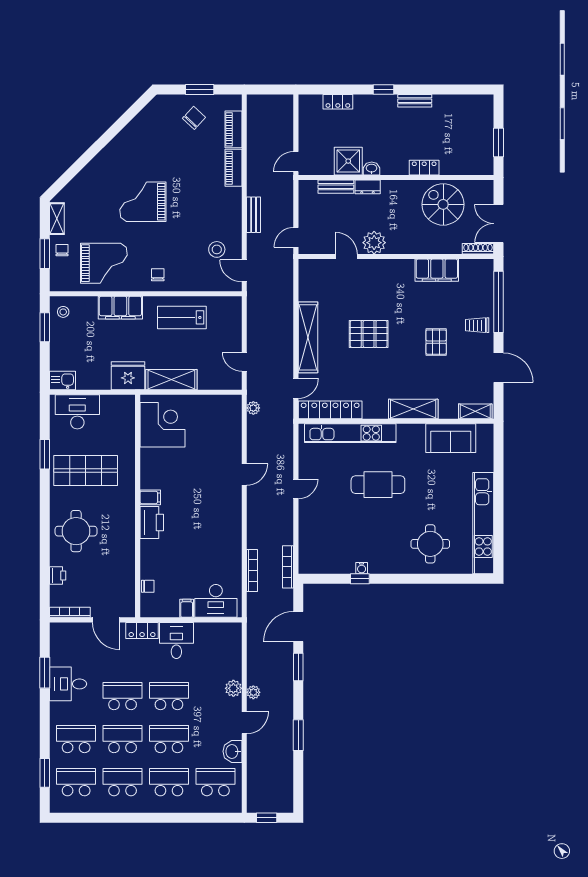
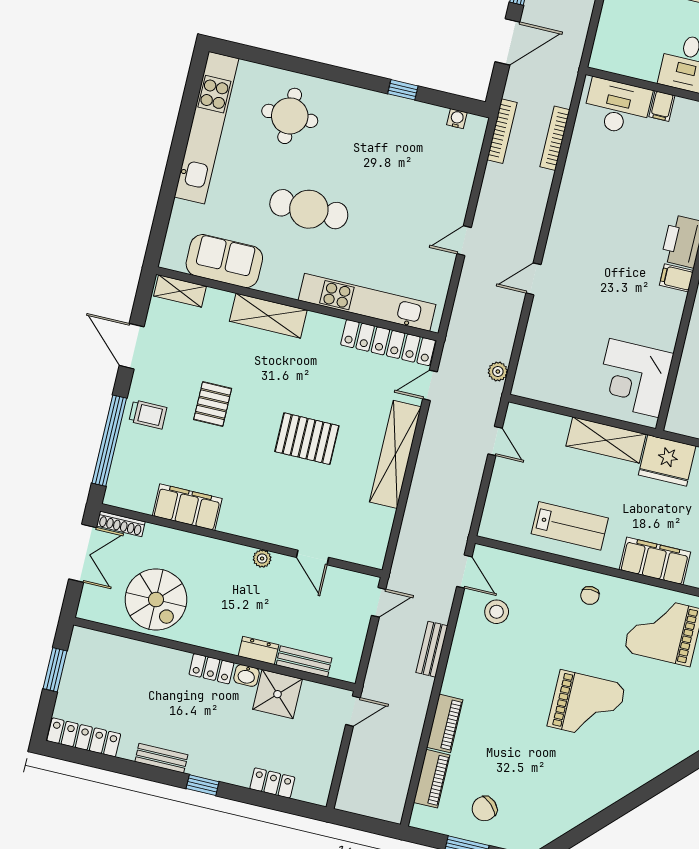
locker: (469, 102) -> (84, 737), added
locker: (424, 168) -> (211, 669), moved
plant: (374, 243) -> (262, 559), width x0.53, depth x0.53
cafe table: (378, 485) -> (309, 209), moved
water cooler: (362, 568) -> (457, 119), moved

